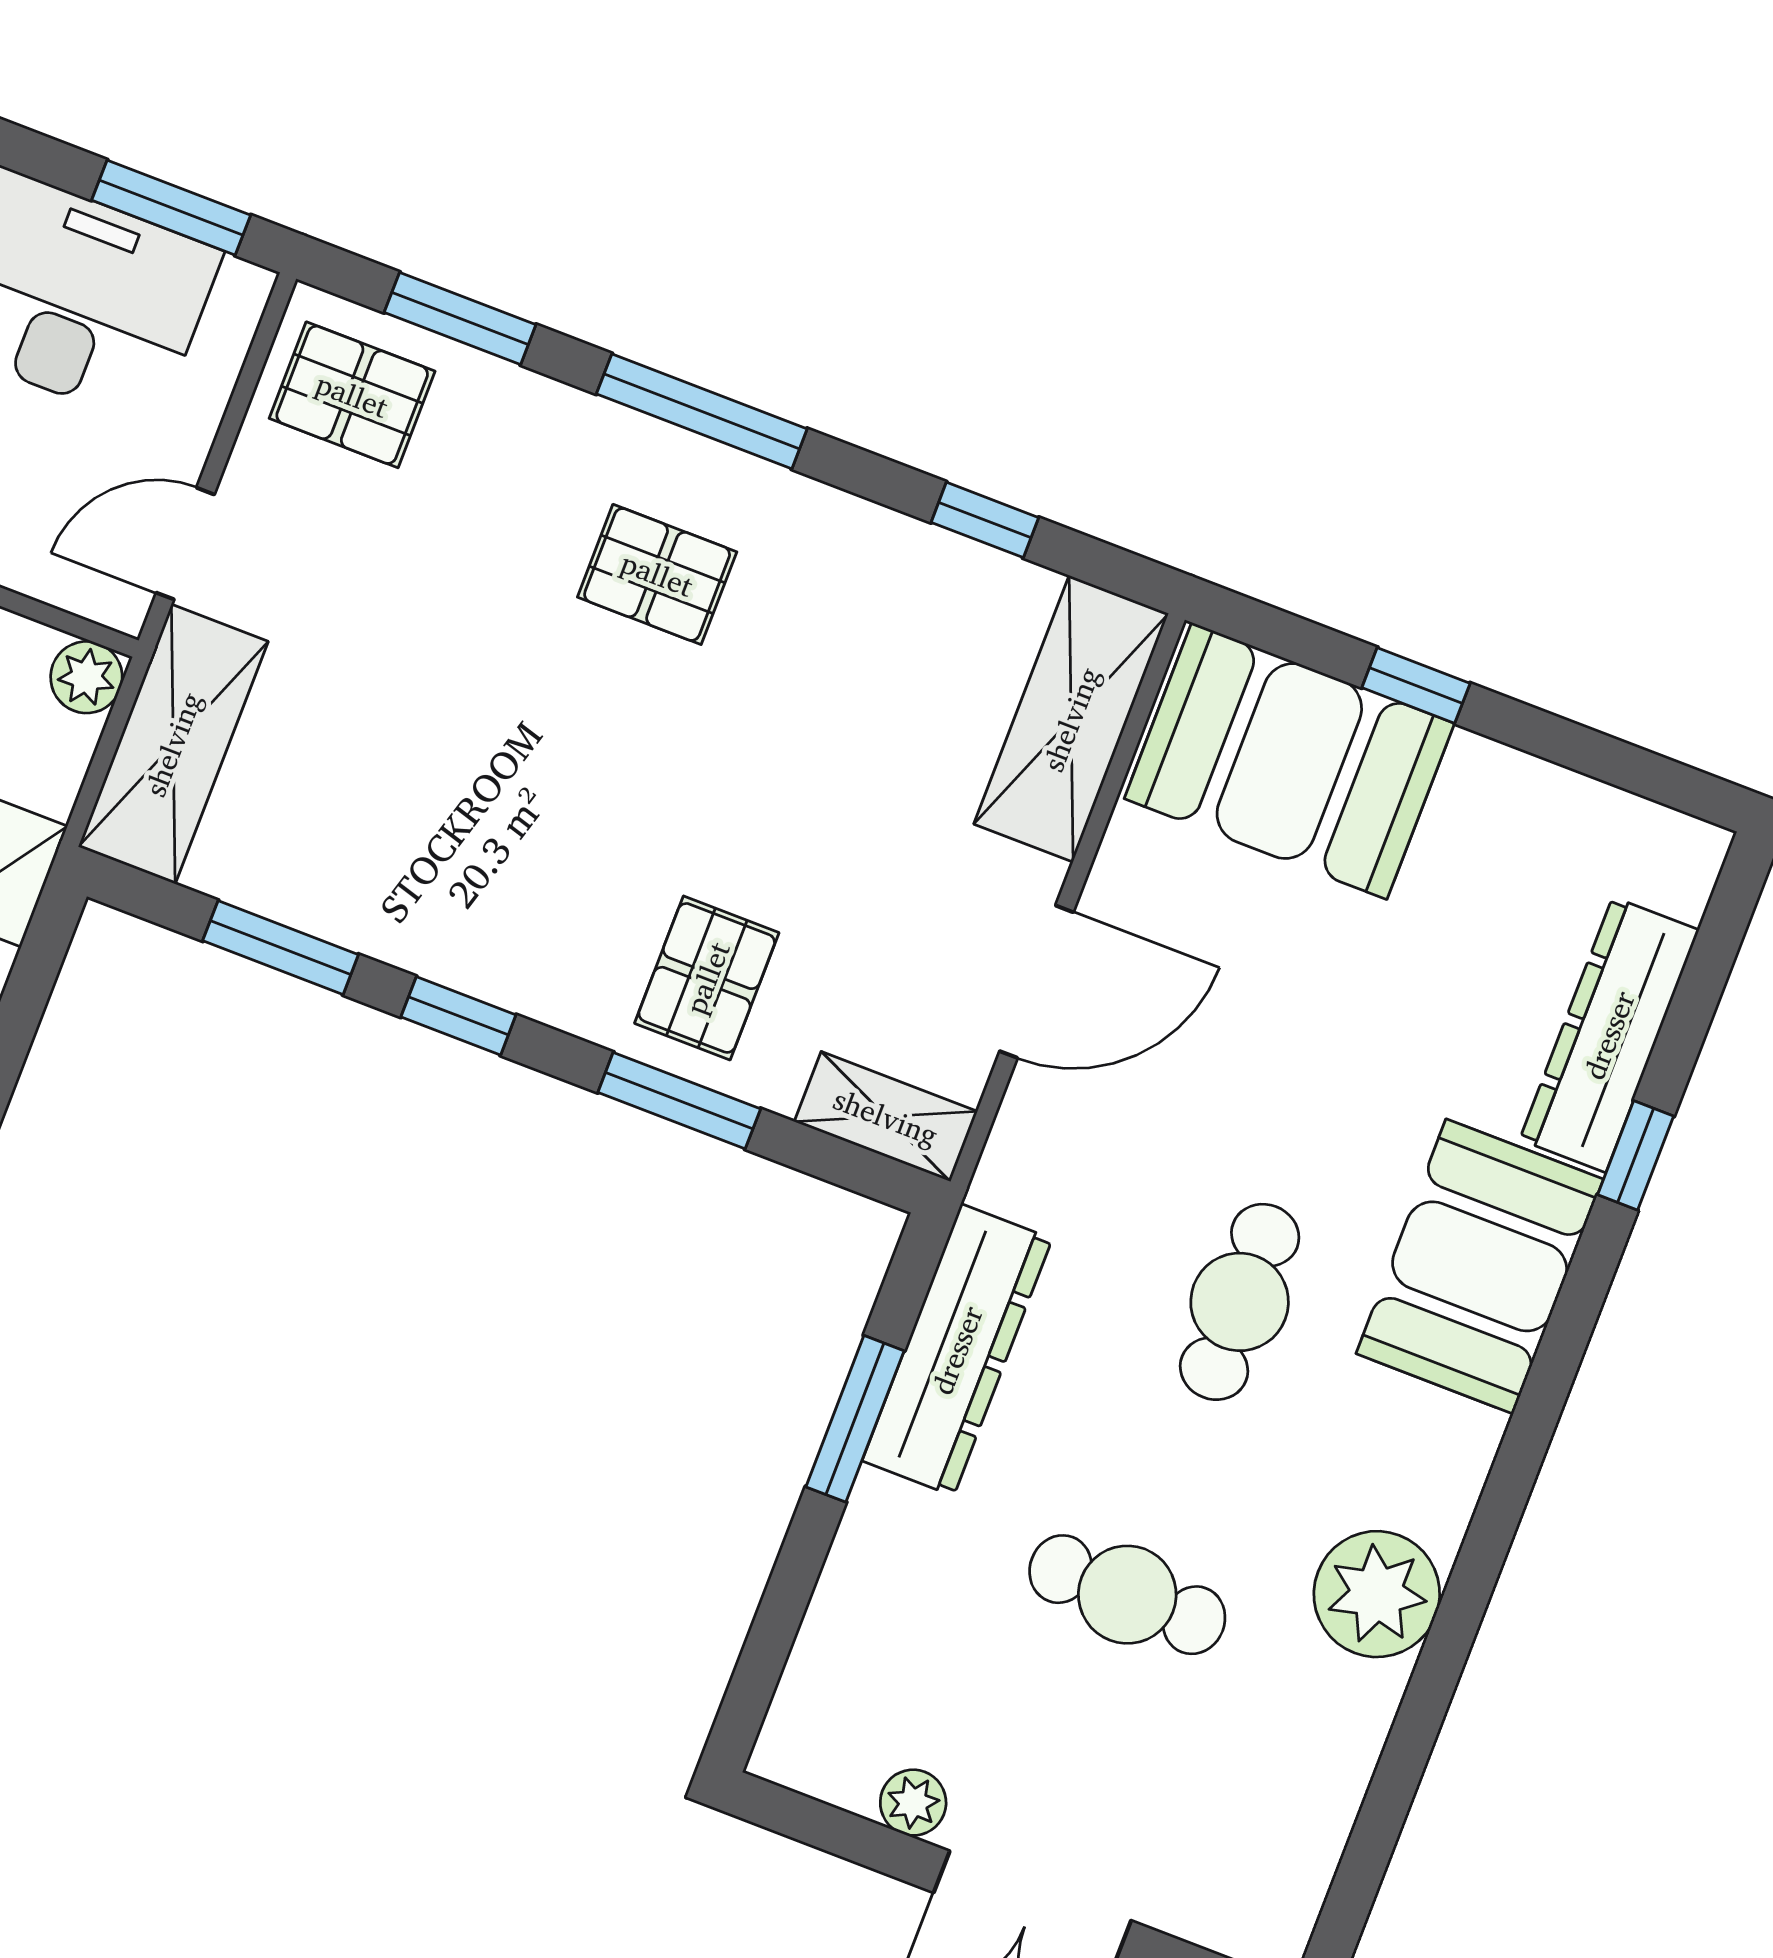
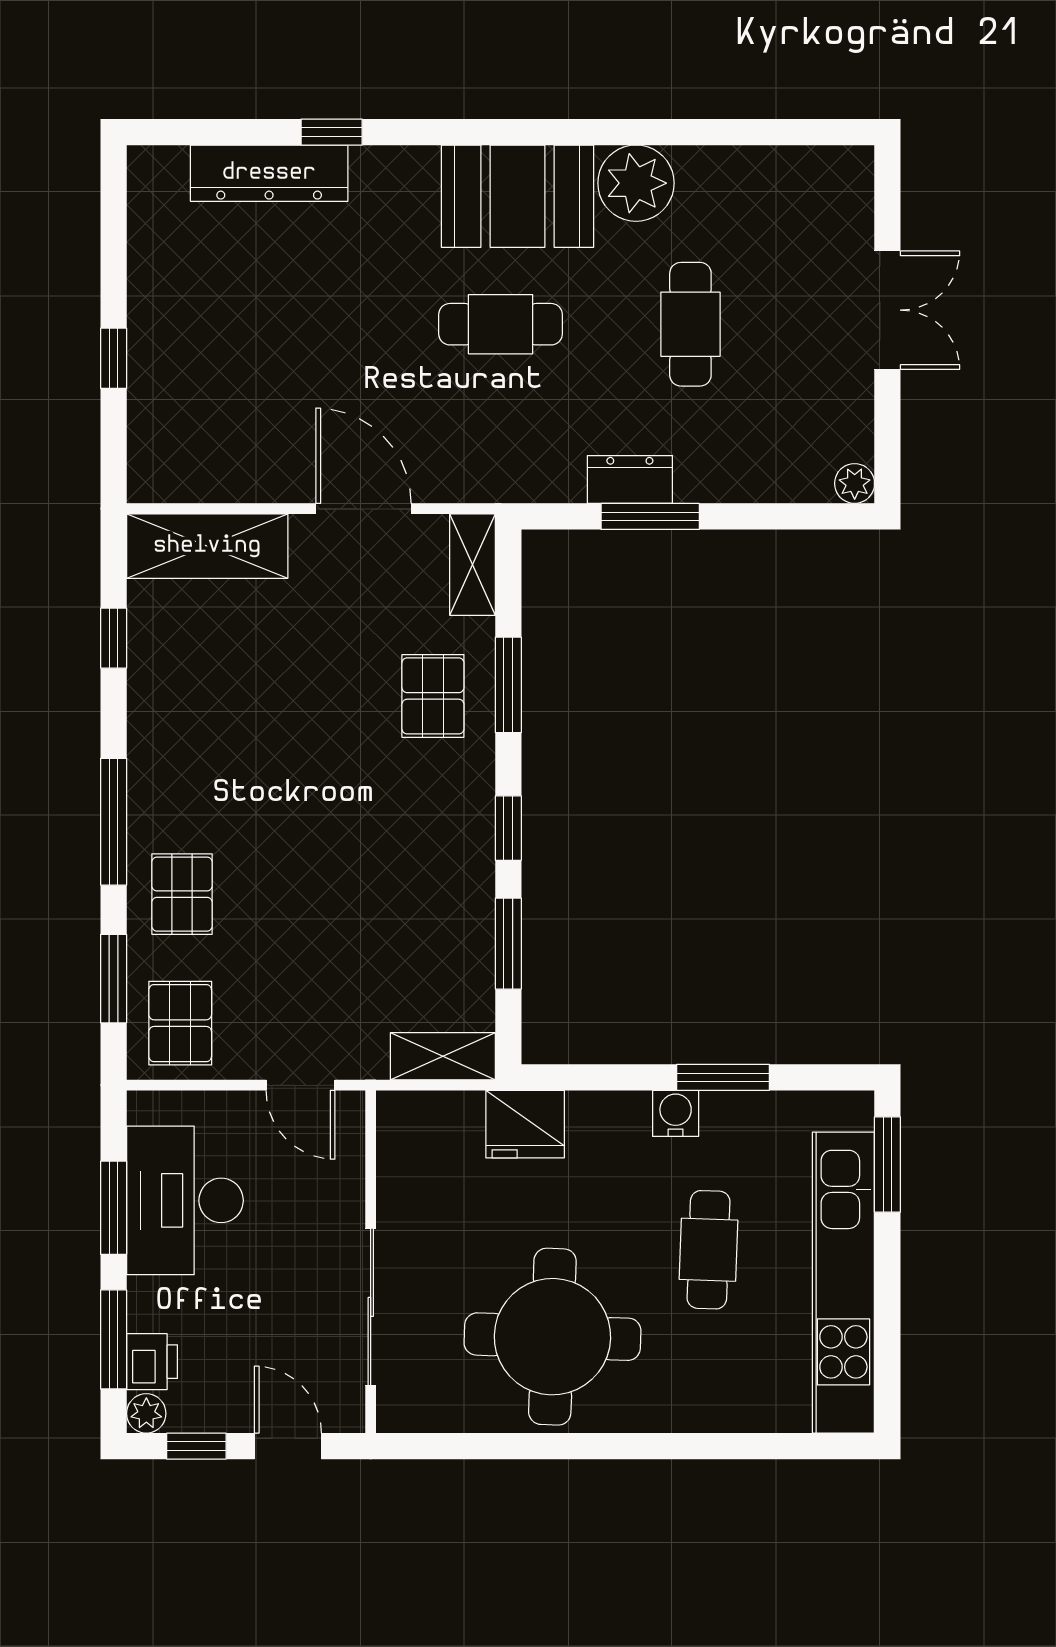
window: (171, 208) -> (114, 1208), moved
pallet: (657, 574) -> (182, 894), moved
plant: (86, 677) -> (398, 1112), removed
shelving: (173, 744) -> (443, 1056), width x0.67, depth x0.75
booth: (1289, 761) -> (184, 414), removed
pallet: (707, 978) -> (433, 696), turned 90
booth: (1480, 1266) -> (517, 196), moved
dresser: (957, 1350) -> (630, 479), width x0.51, depth x0.80
plant: (913, 1803) -> (855, 483), moved

